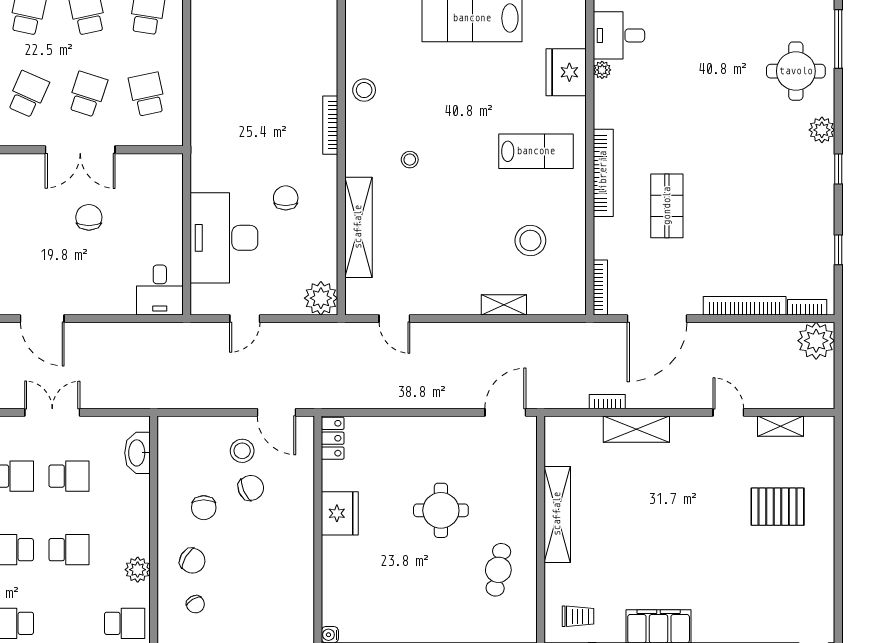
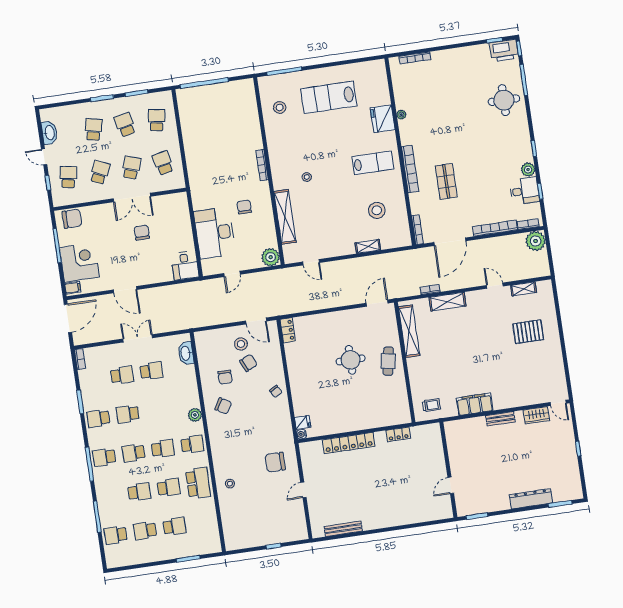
desk: (619, 35) -> (524, 191), moved, turned 180
stool: (364, 90) -> (280, 108), moved
plant: (822, 130) -> (528, 170), moved
fridge: (340, 513) -> (303, 422), moved, width x0.53, depth x0.75
shelving: (557, 514) -> (409, 331), moved
school desk: (69, 550) -> (163, 449), moved
cafe table: (498, 570) -> (388, 361), moved
chair: (195, 604) -> (276, 391), moved

